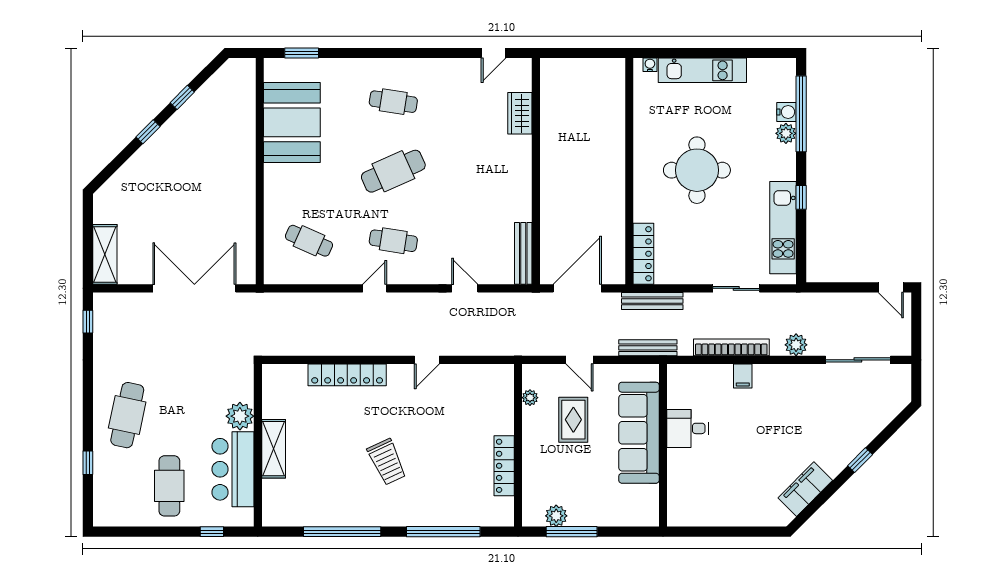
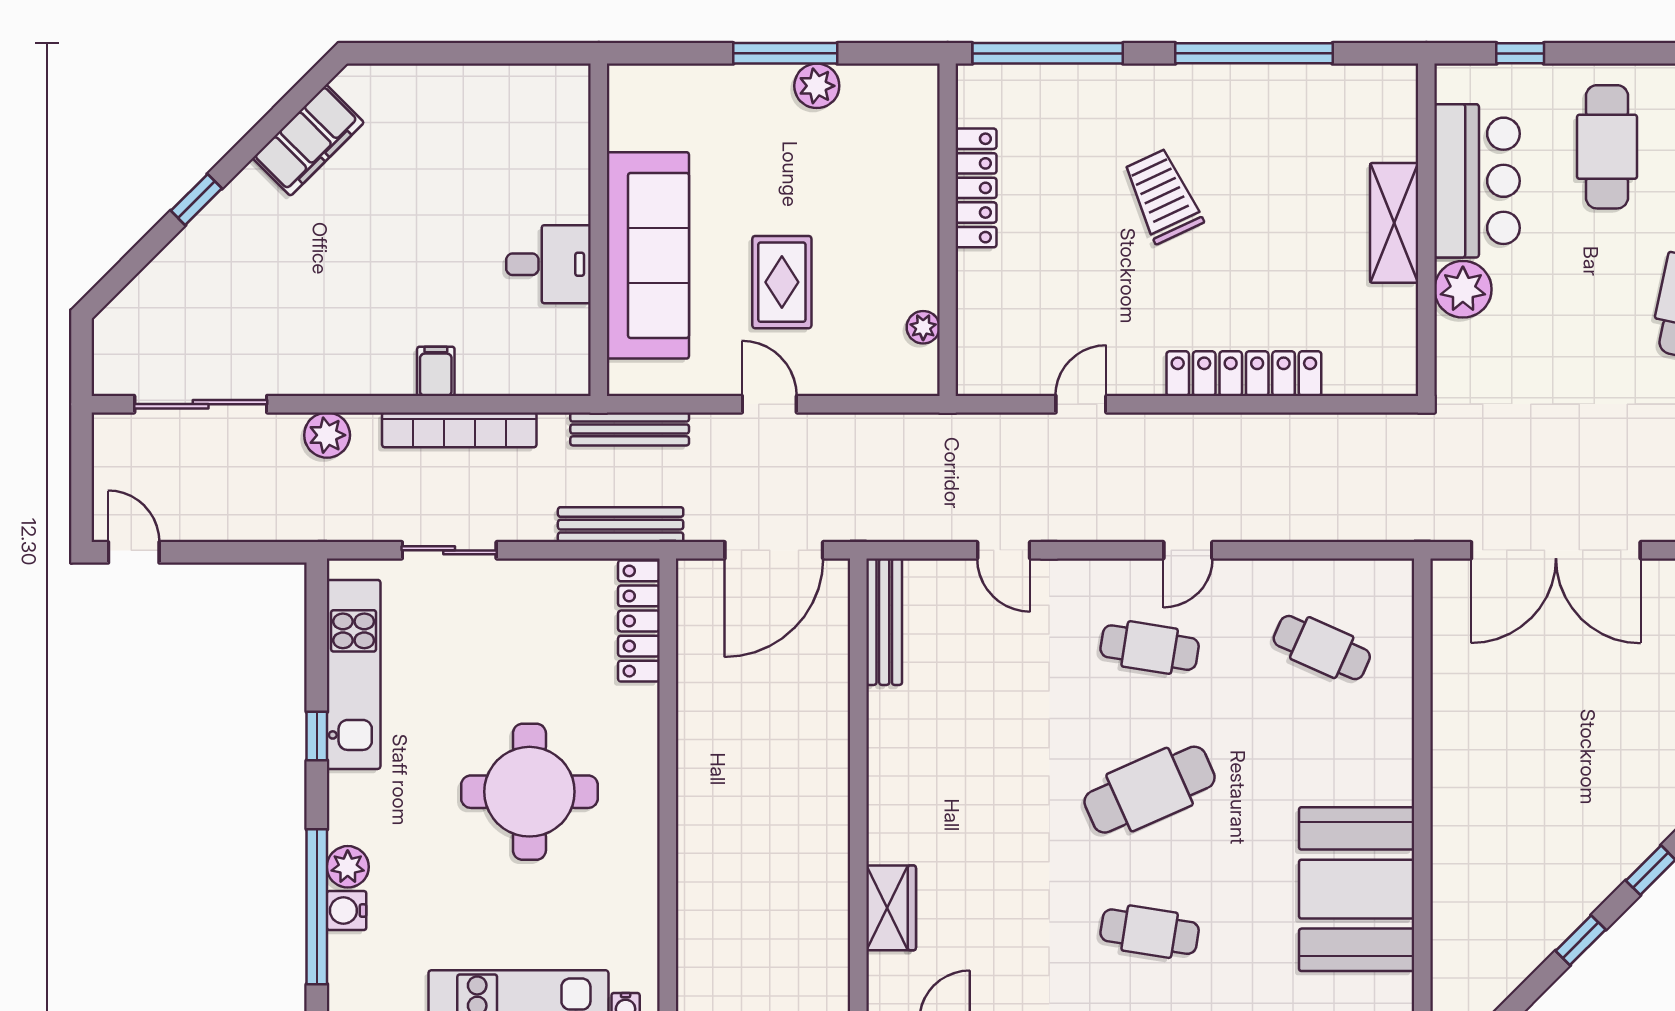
plant: (530, 398) -> (923, 327), moved
wall: (518, 445) -> (948, 230), moved
locker: (504, 466) -> (976, 188), moved

